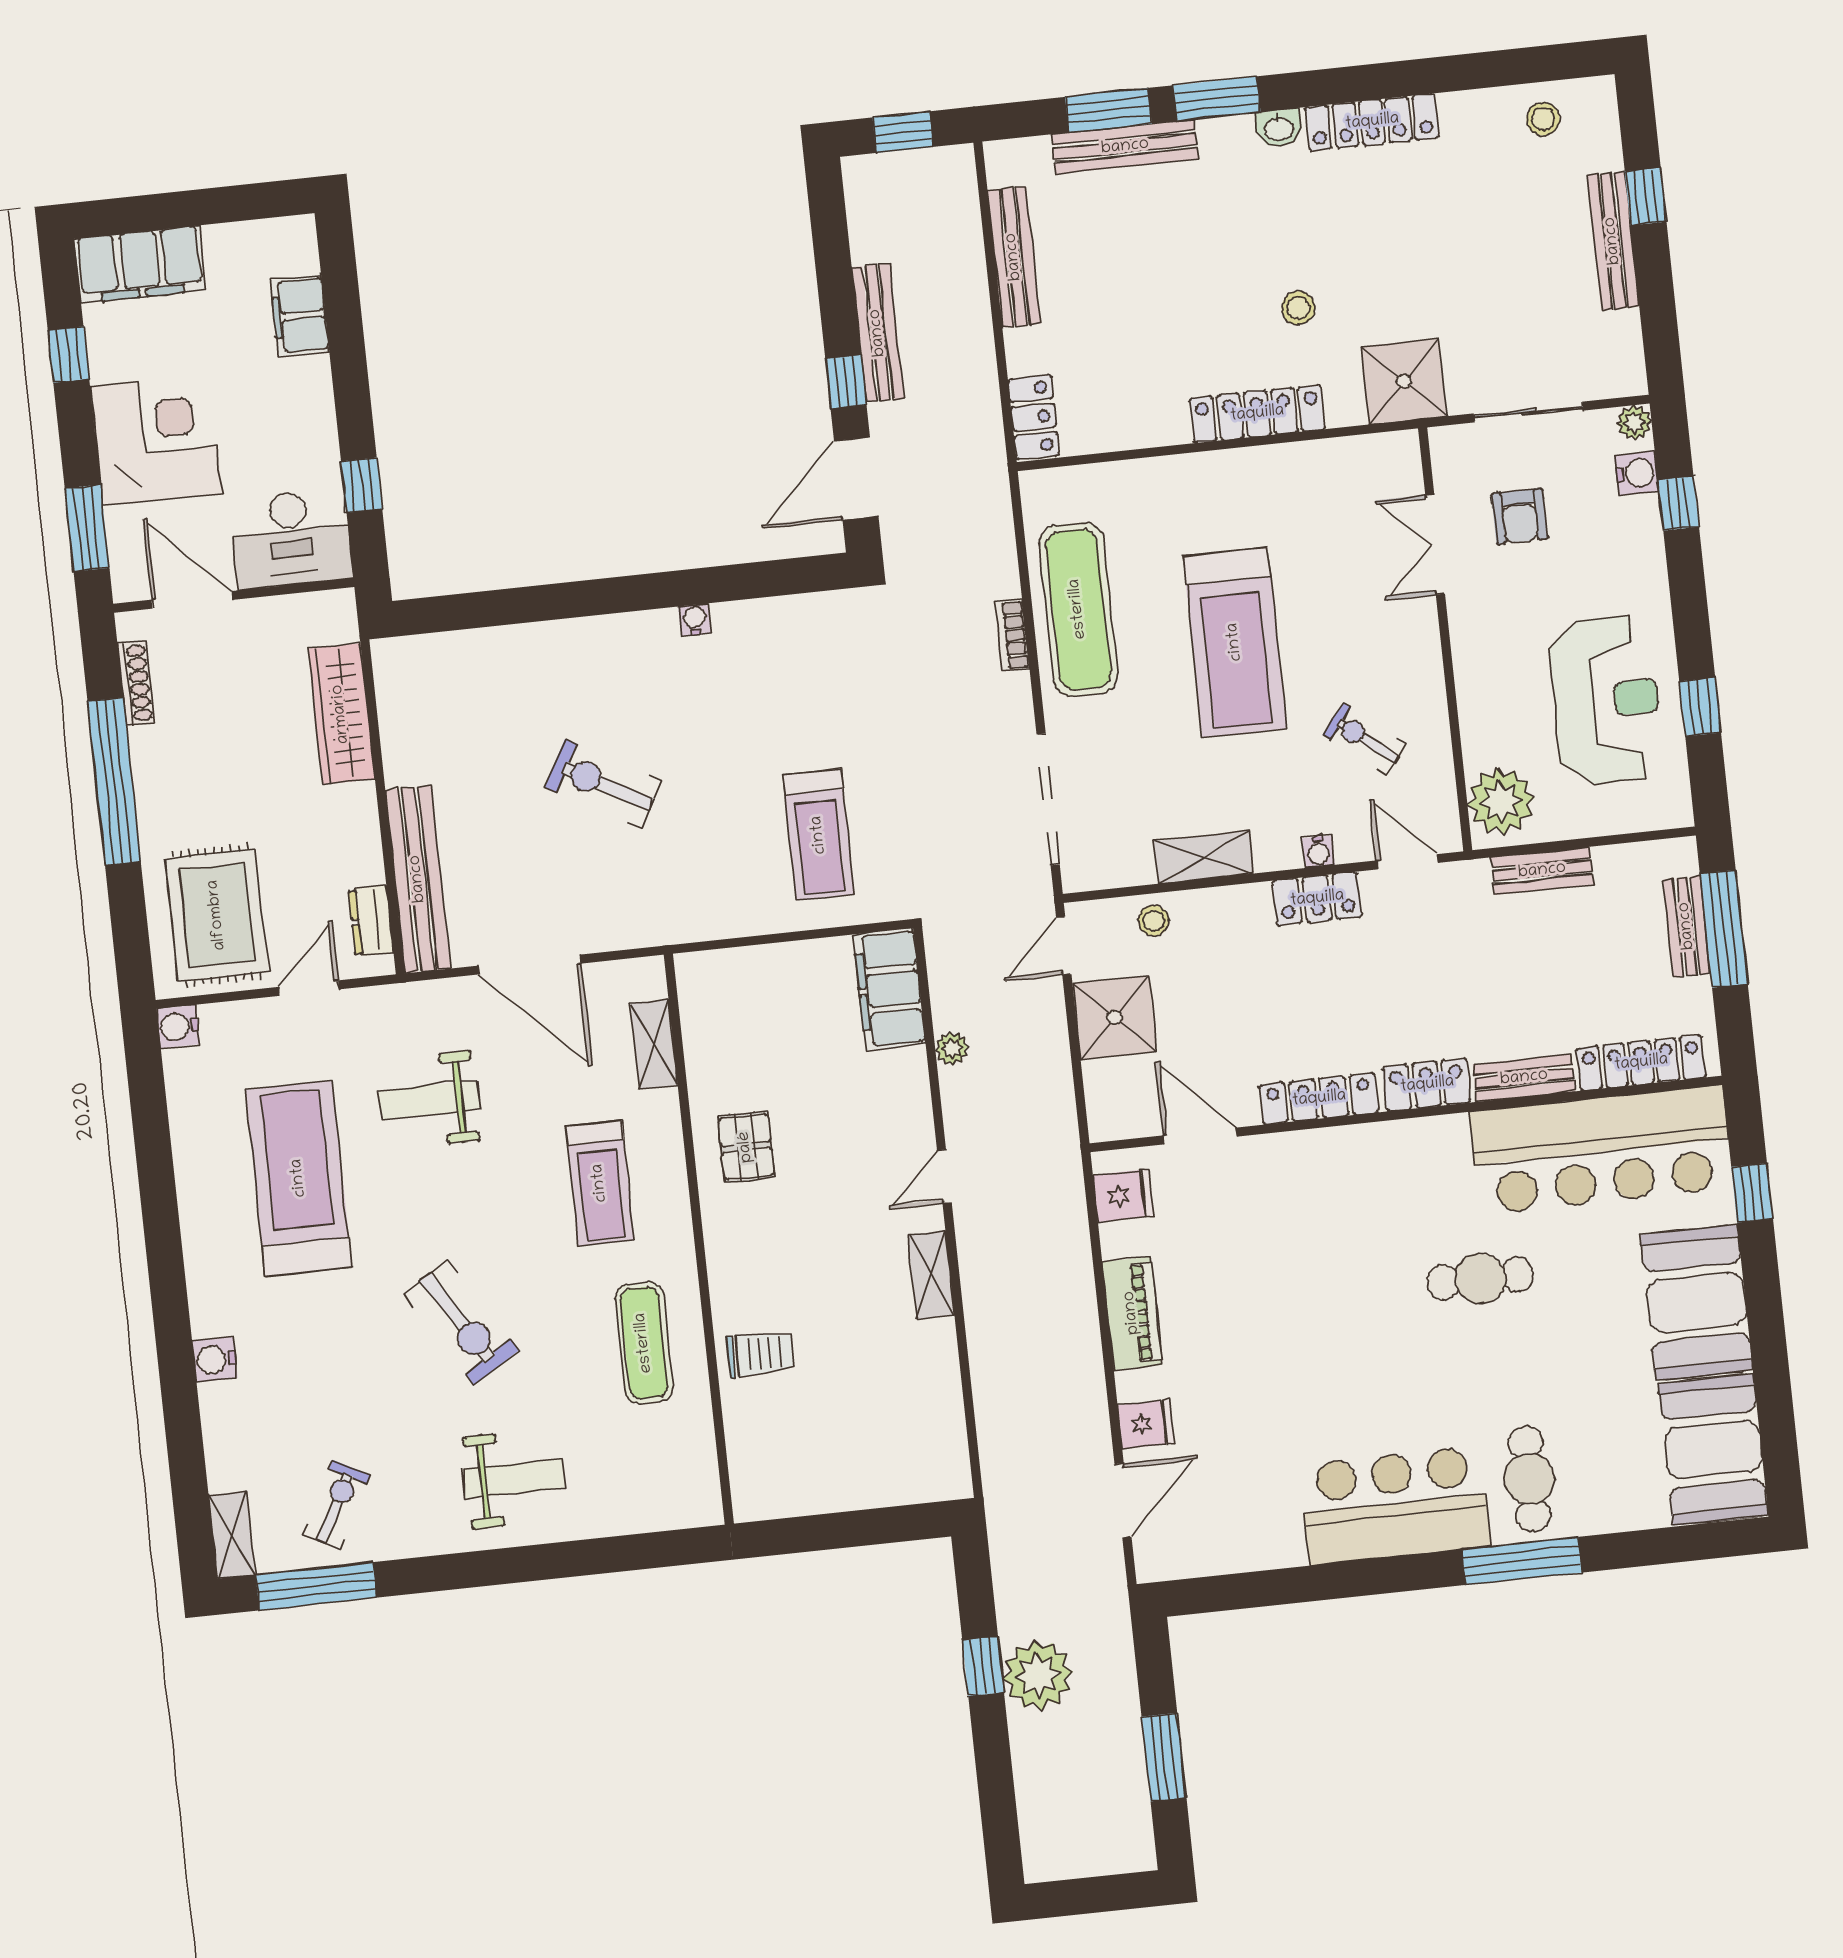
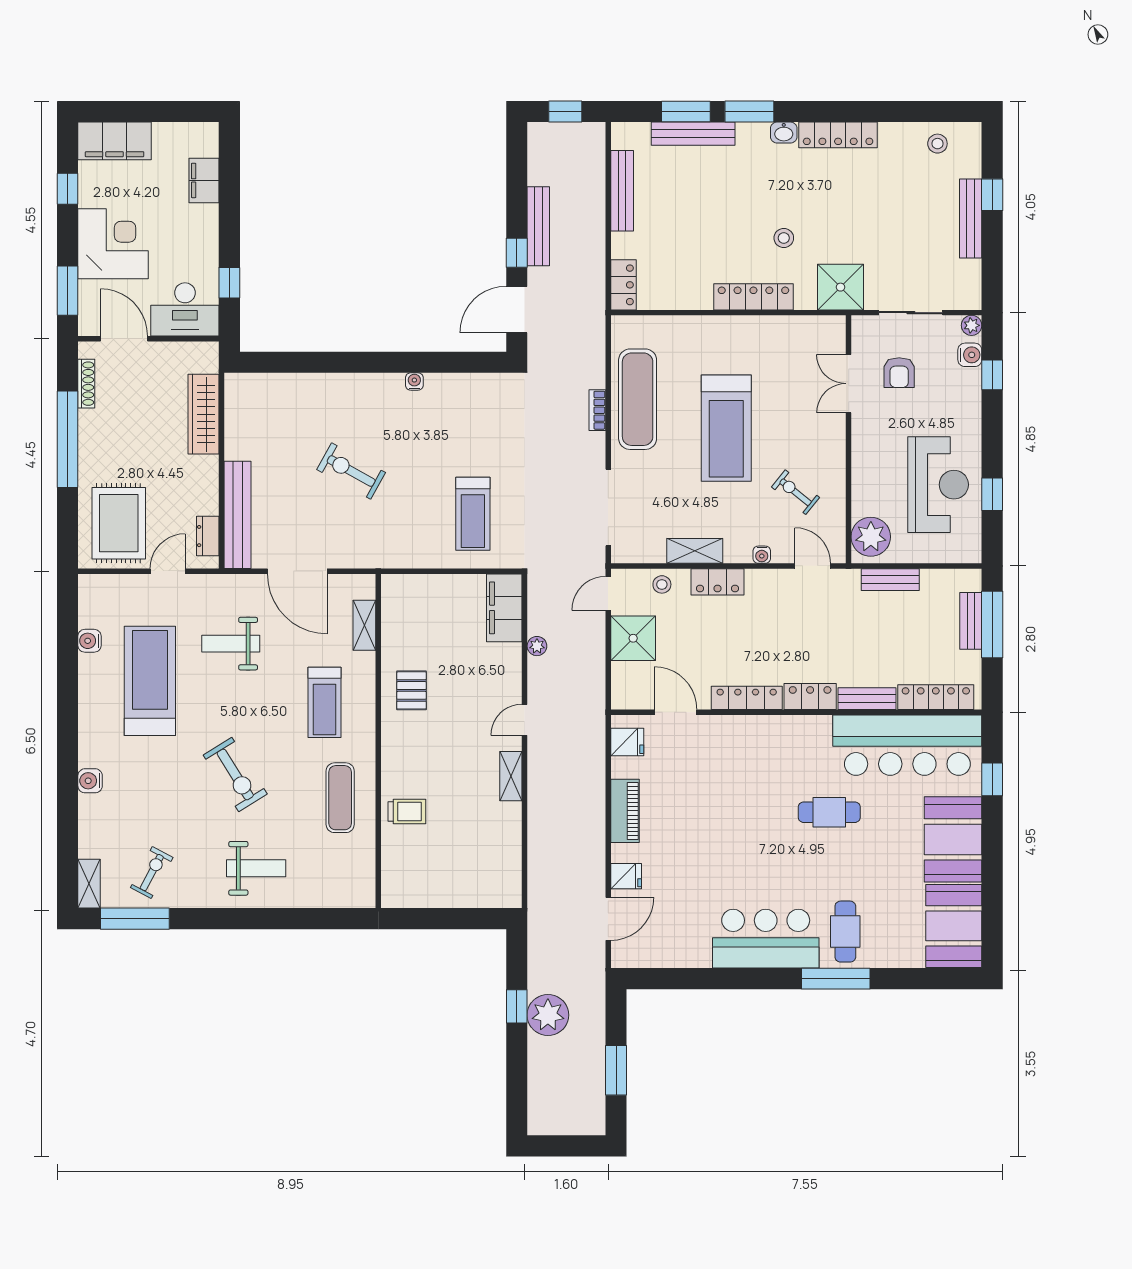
locker: (1317, 899) -> (717, 582), moved
water cooler: (178, 1026) -> (89, 641), moved

